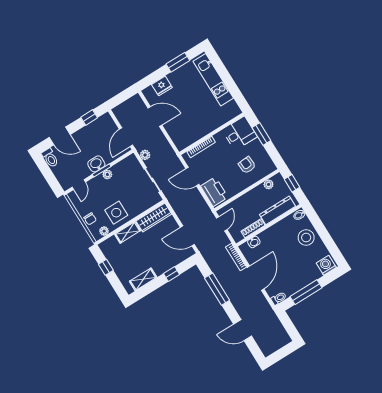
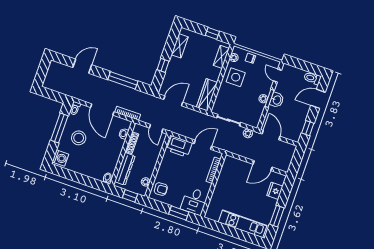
armchair: (247, 165) -> (161, 189), moved
shelving: (128, 232) -> (221, 57), moved
stool: (306, 238) -> (79, 138), moved

